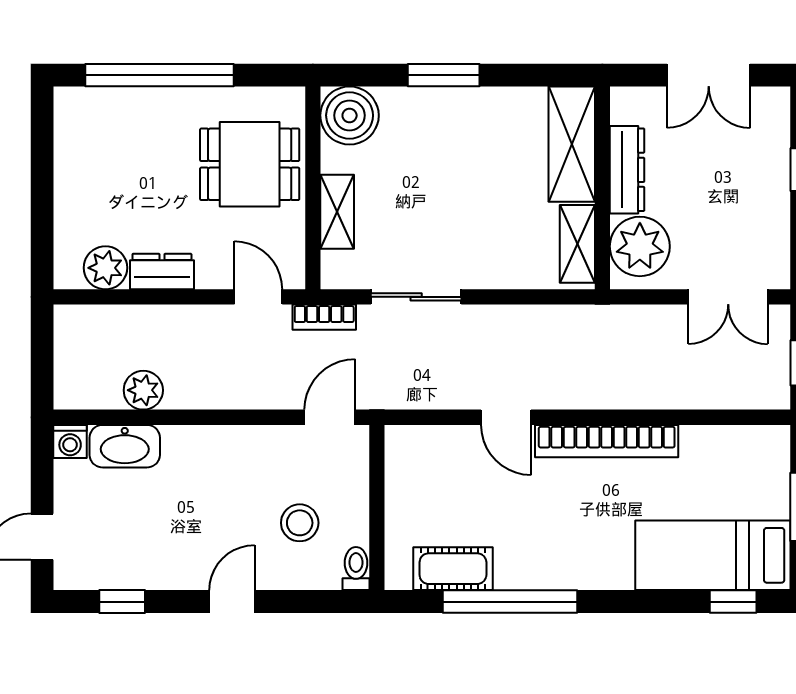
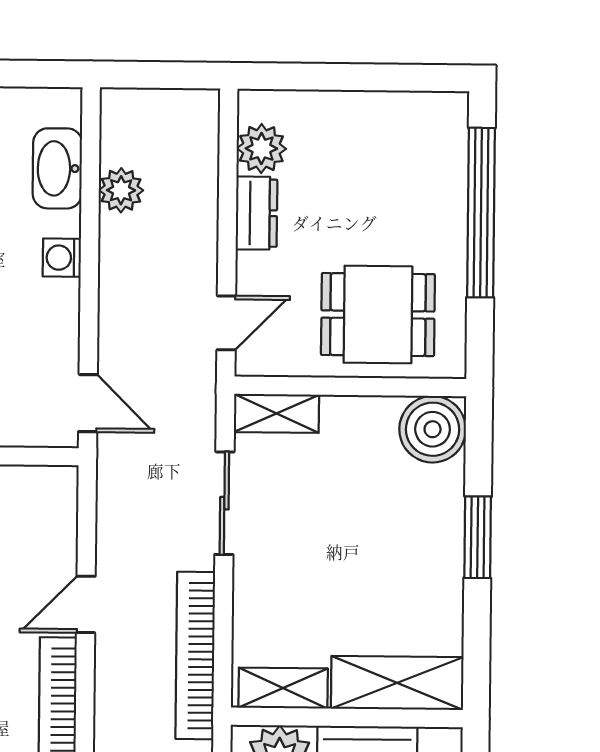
dining table: (250, 164) -> (378, 315), turned 90
shelving: (337, 212) -> (276, 413), moved
bookcase: (324, 317) -> (195, 655), moved, width x2.31, depth x1.31
washing machine: (70, 441) -> (62, 258), moved

